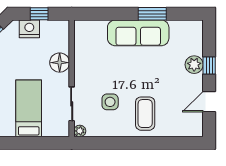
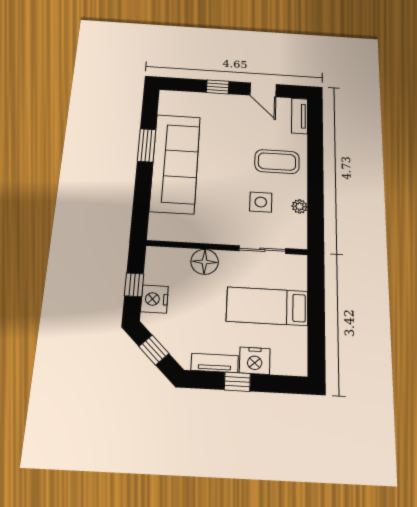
sofa: (138, 33) -> (175, 163), width x1.36, depth x1.27
plant: (194, 65) -> (216, 103), removed
plant: (80, 131) -> (300, 206), moved
tv unit: (187, 131) -> (300, 116), added

